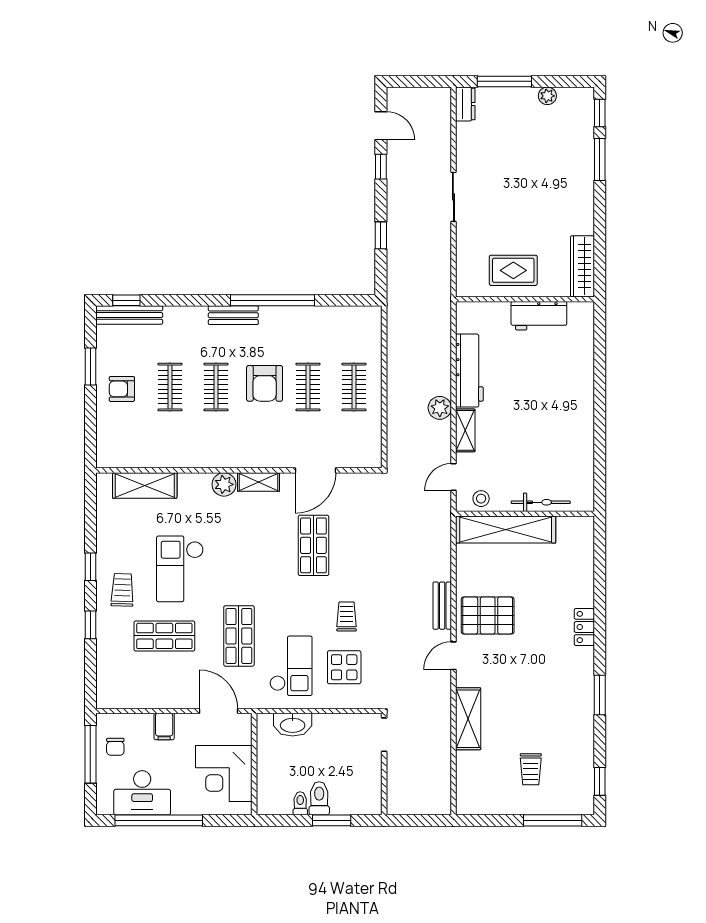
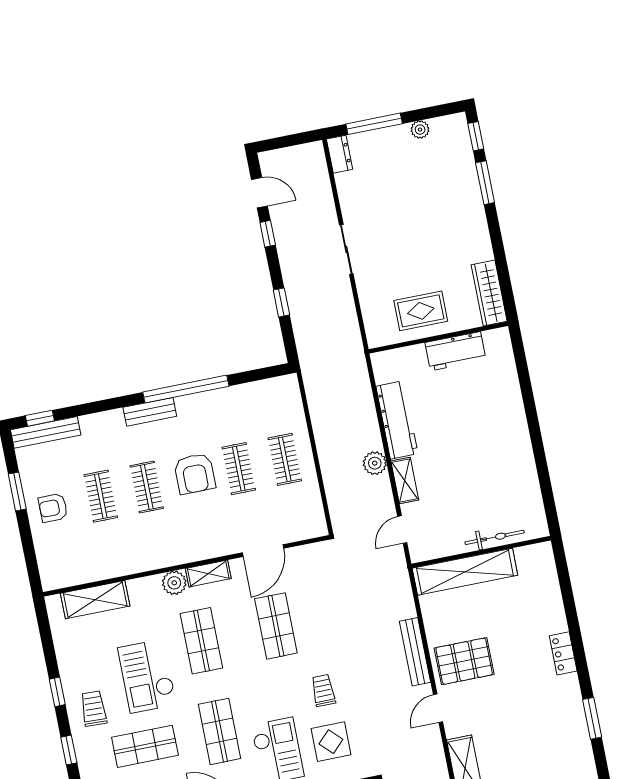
stool: (481, 499) -> (434, 546), removed
shop shelf: (239, 545) -> (201, 641), added
bench: (442, 606) -> (415, 652), width x1.36

